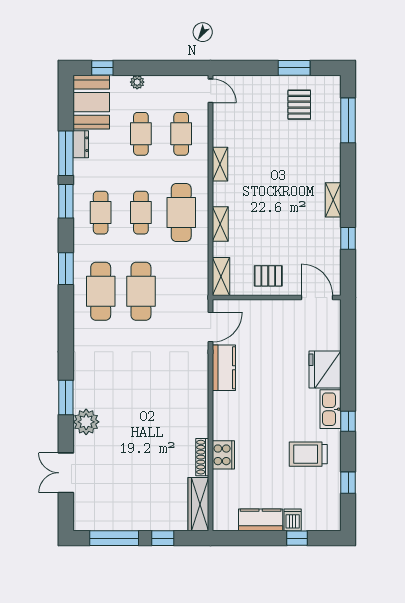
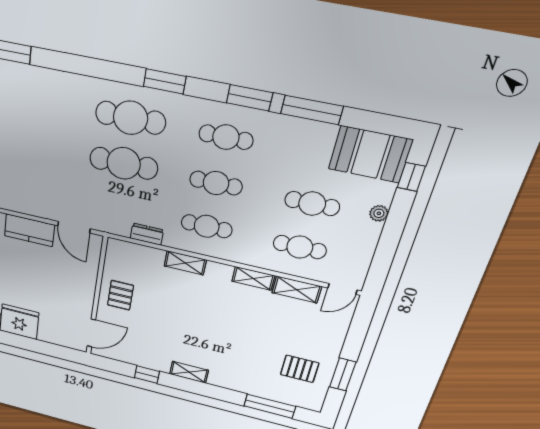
dresser: (81, 144) -> (147, 234), moved, turned 180
cafe table: (181, 213) -> (207, 226), width x0.73, depth x0.74
shelving: (221, 277) -> (297, 290), moved

